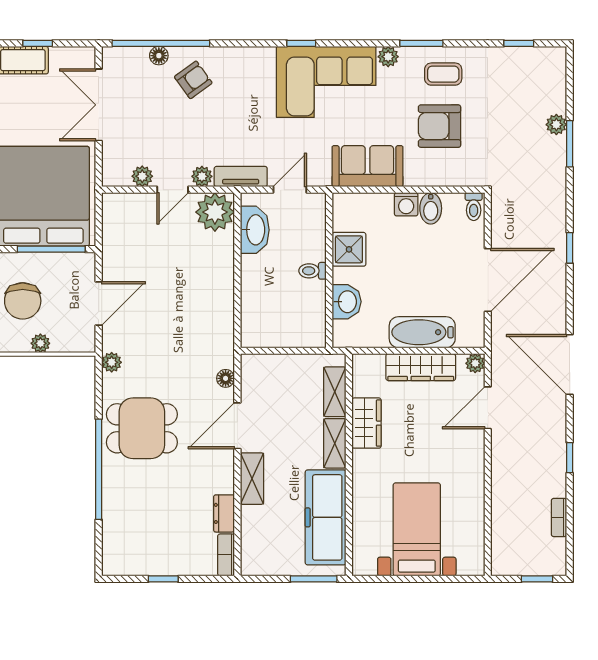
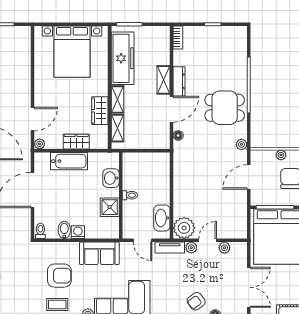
door: (290, 190) -> (142, 240), hinge flipped
wardrobe: (421, 367) -> (76, 142), width x0.67
dresser: (224, 513) -> (179, 81), moved, width x1.44
bed with nightstands: (417, 529) -> (72, 52), width x1.36

